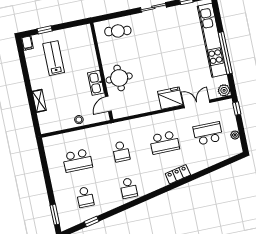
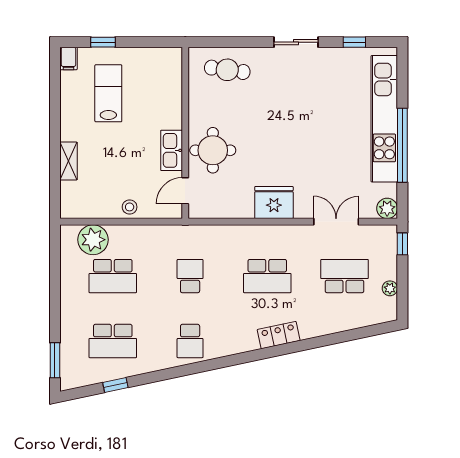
fridge: (170, 98) -> (274, 203), moved
plant: (62, 142) -> (93, 240), added
school desk: (121, 151) -> (190, 276), turned 180
school desk: (85, 197) -> (113, 341), width x1.85

